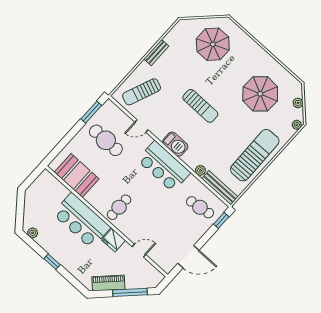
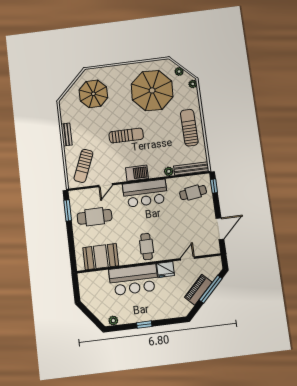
parasol: (260, 94) -> (152, 90), width x1.36, depth x1.36
sun lounger: (255, 155) -> (189, 128), width x0.73, depth x0.75
piano: (108, 283) -> (198, 290), moved

